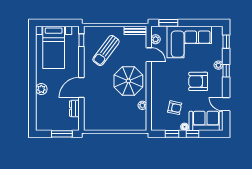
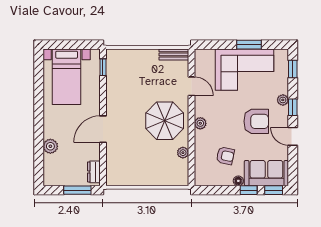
window: (168, 23) -> (249, 45), moved
plant: (156, 39) -> (200, 123), moved
sun lounger: (106, 50) -> (135, 81), removed
armchair: (198, 81) -> (256, 121), turned 180
plant: (41, 89) -> (50, 146), moved
door: (226, 104) -> (293, 136), moved
dresser: (74, 109) -> (94, 172), moved
window: (172, 134) -> (274, 190), moved

